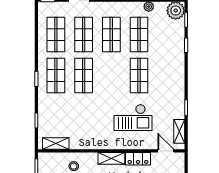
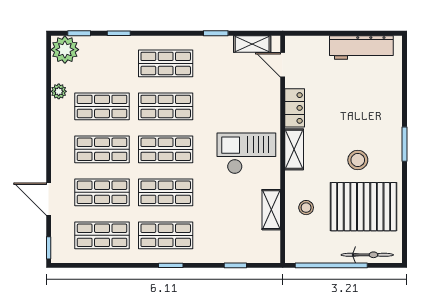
shop shelf: (111, 76) -> (166, 149), added
shop shelf: (167, 76) -> (166, 63), added
checkout: (133, 117) -> (246, 153), moved, turned -90
shelving: (56, 144) -> (271, 210), moved
door: (166, 151) -> (283, 65), hinge flipped

